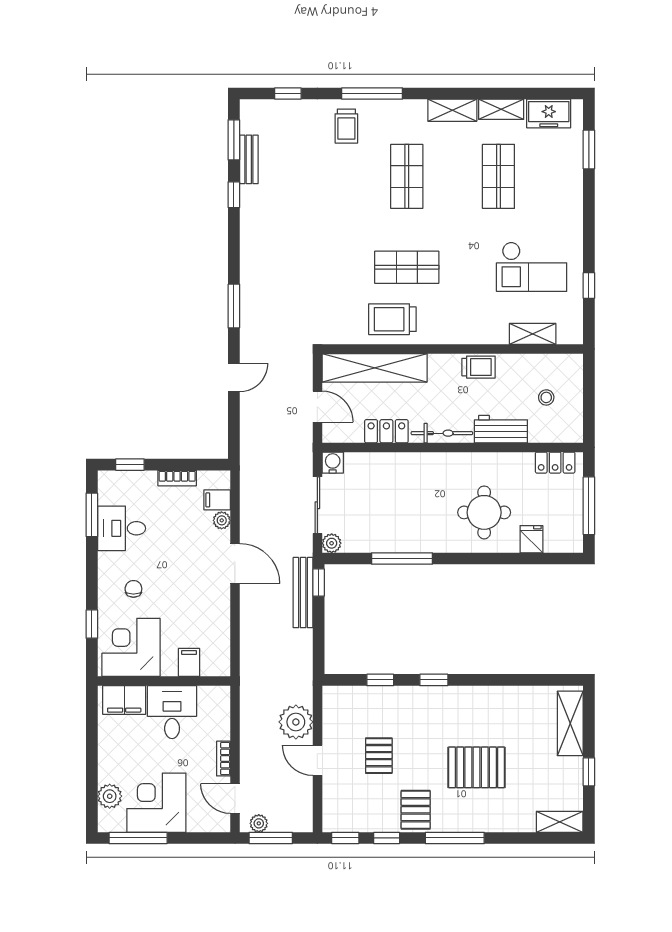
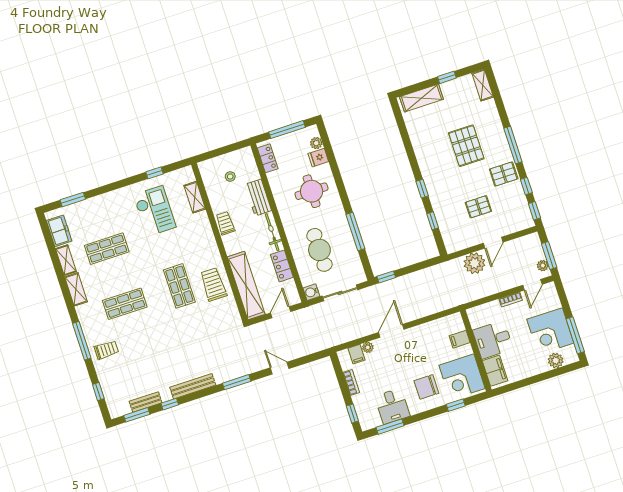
trolley: (392, 319) -> (213, 284), turned 180
cafe table: (392, 496) -> (319, 250), added
plant: (332, 543) -> (316, 143), moved
chair: (133, 589) -> (426, 387), width x1.87, depth x1.87
bench: (303, 593) -> (193, 386), moved

